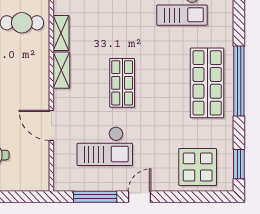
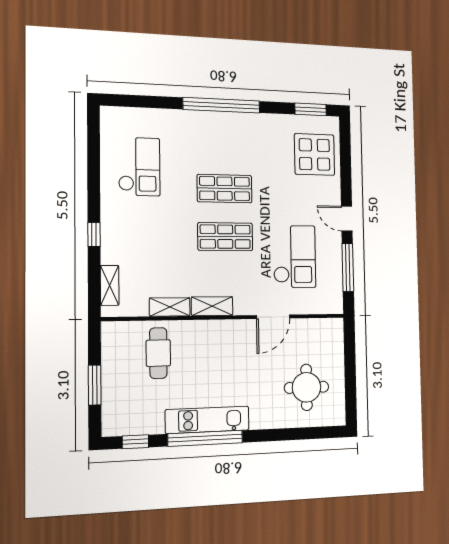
shop shelf: (207, 83) -> (225, 189), moved, width x0.70, depth x0.74

